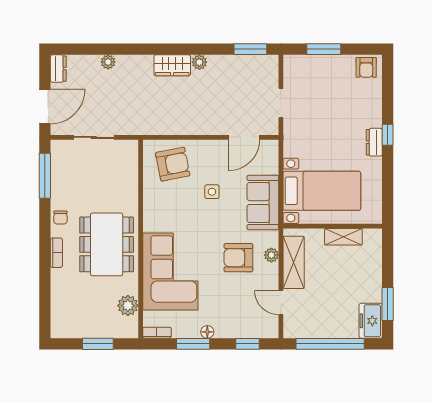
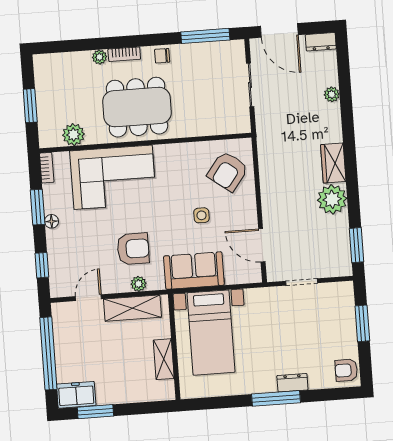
plant: (199, 62) -> (332, 199), width x1.88, depth x1.88
window: (388, 135) -> (276, 398), width x2.17
dresser: (374, 142) -> (292, 383), moved
armchair: (173, 164) -> (228, 171), turned 48
armchair: (238, 258) -> (133, 249), turned 90
plant: (57, 276) -> (100, 57), added

